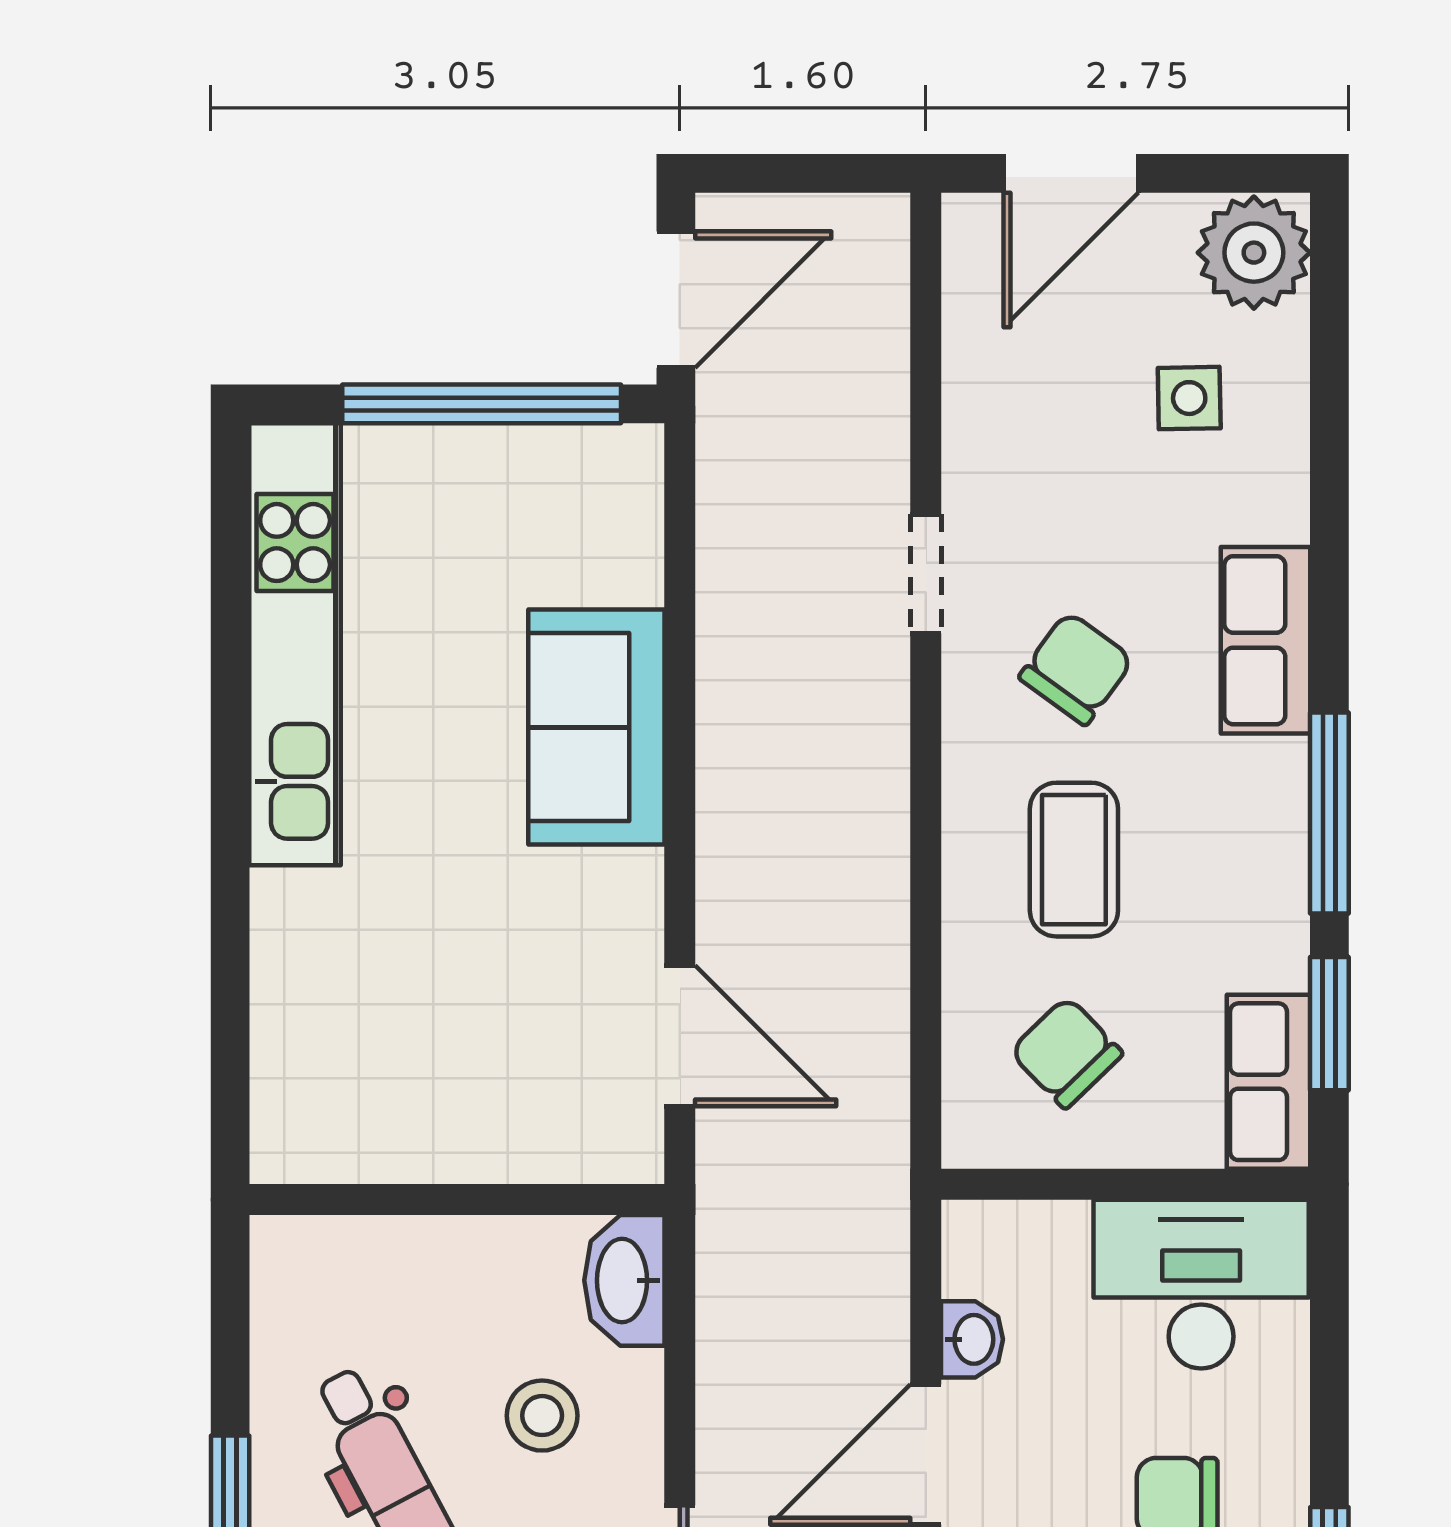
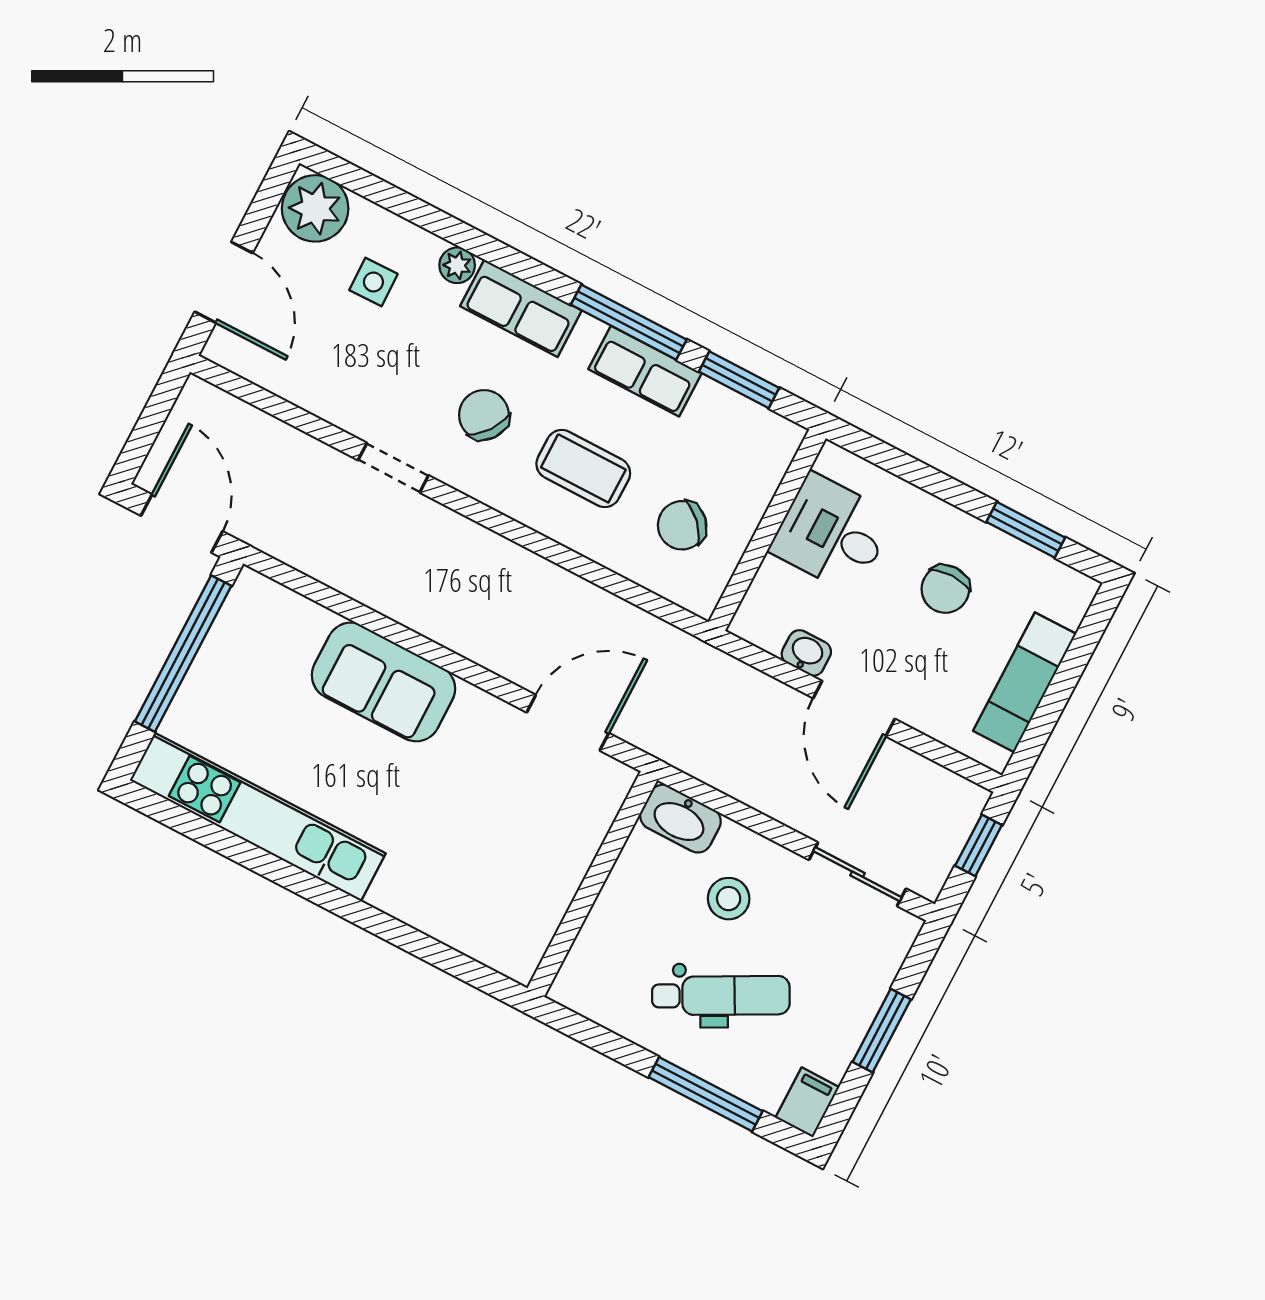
plant: (1280, 511) -> (457, 265), added
row of seats: (1269, 1082) -> (645, 371), moved
desk: (1201, 1284) -> (832, 533), width x0.73

